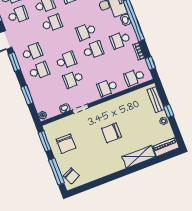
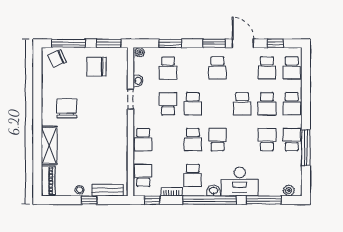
school desk: (120, 40) -> (193, 175), turned 180
school desk: (39, 71) -> (168, 68), moved
school desk: (107, 87) -> (143, 140), turned 180
chair: (112, 133) -> (67, 108), moved

